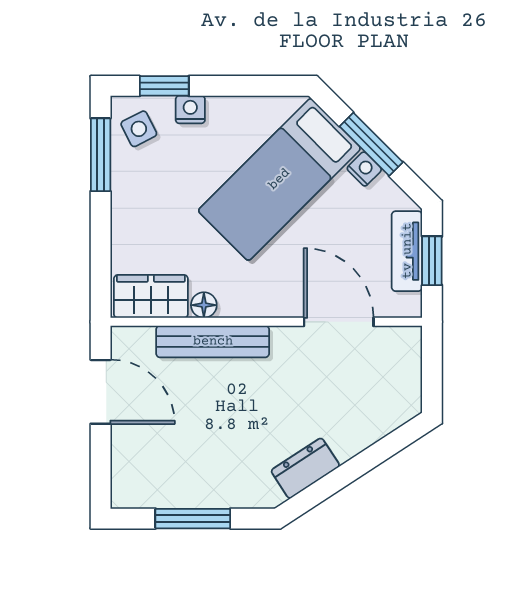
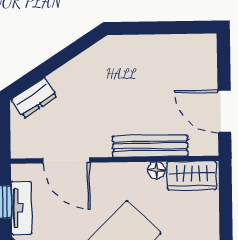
dresser: (305, 468) -> (34, 98), moved
window: (193, 519) -> (162, 28), removed

